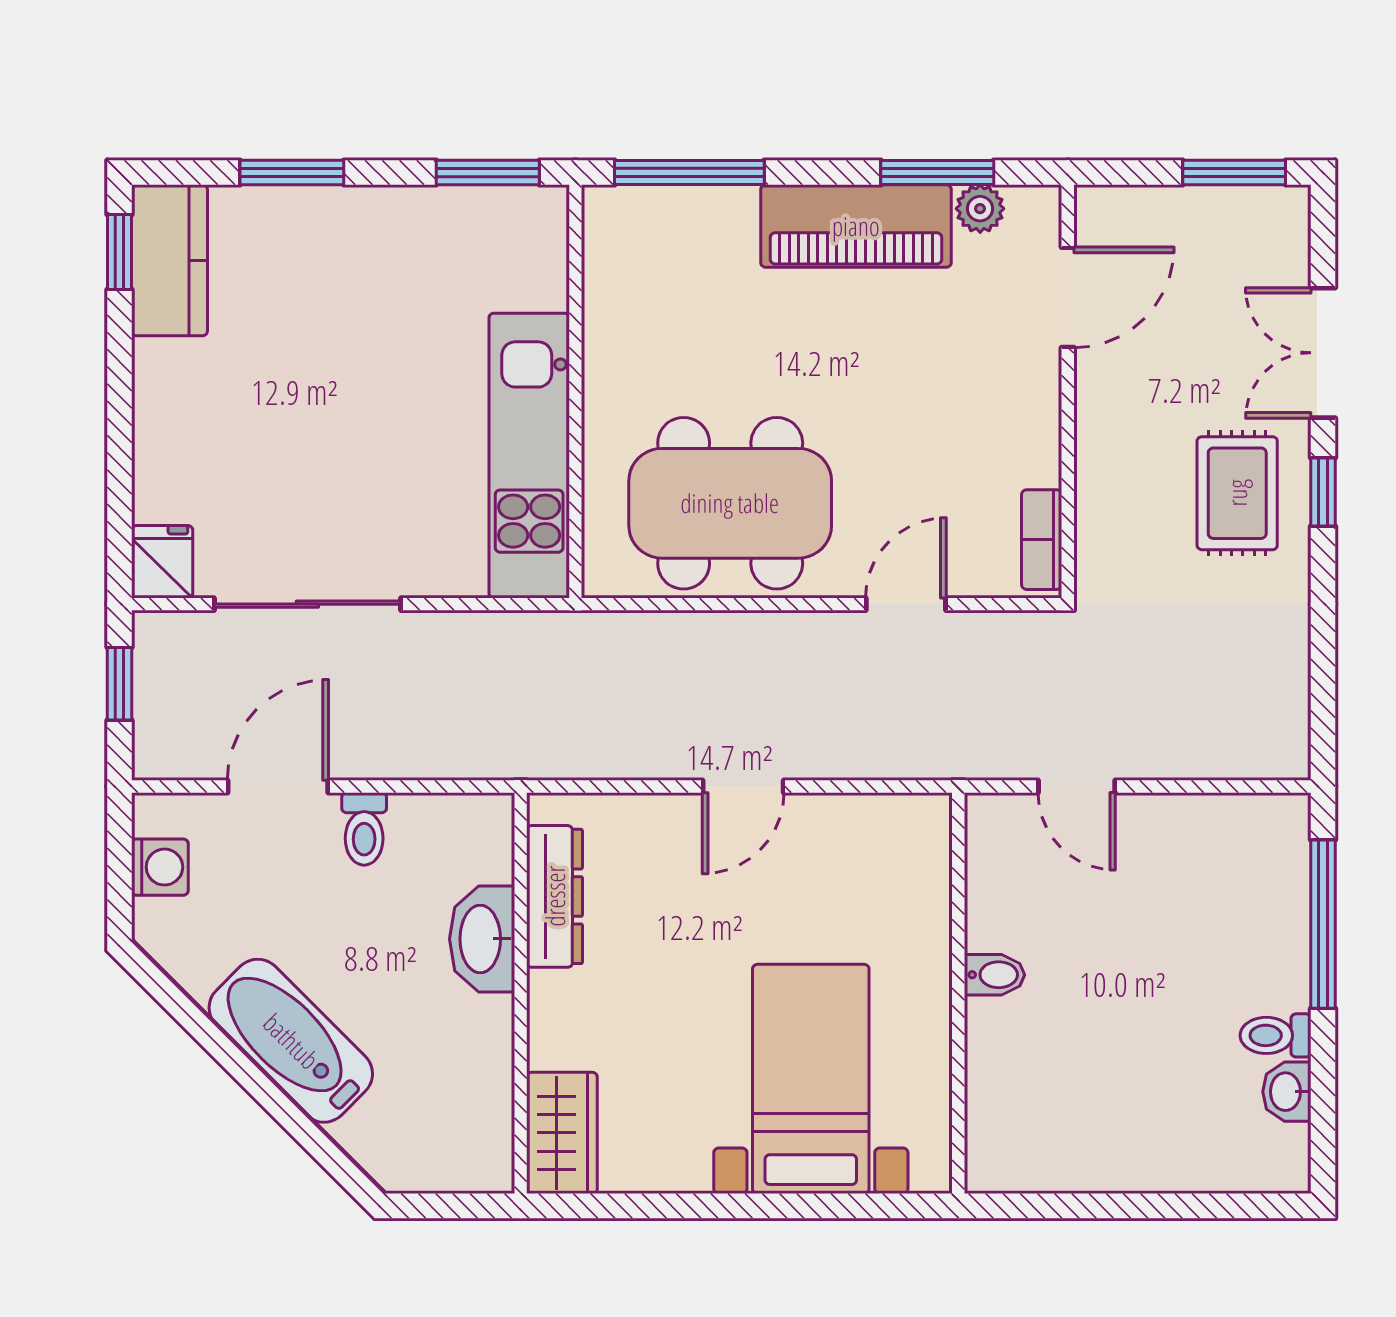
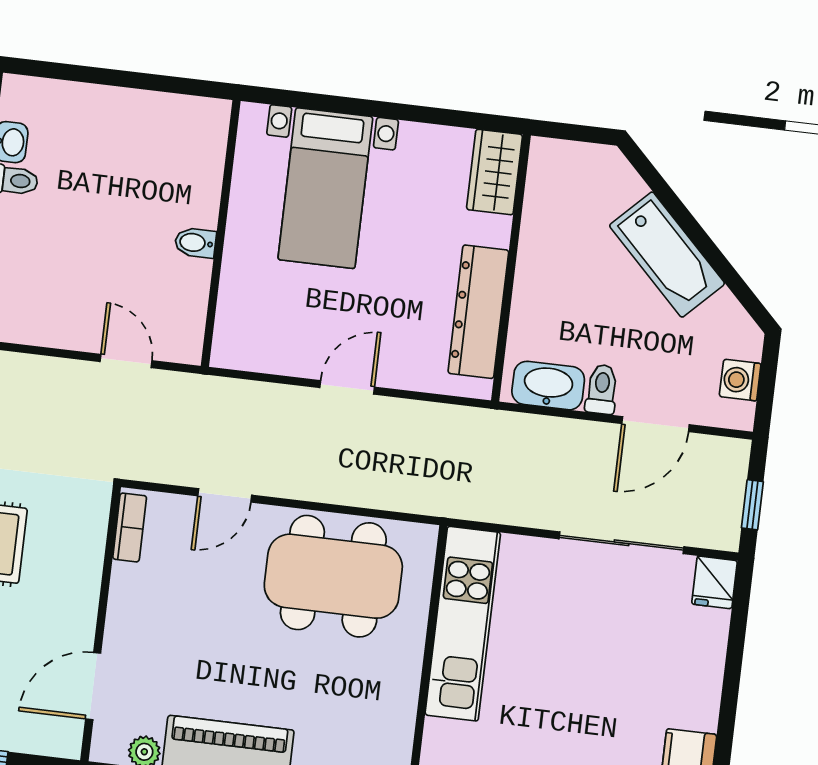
dresser: (555, 896) -> (478, 312), width x1.37, depth x1.24
washbasin: (482, 939) -> (548, 386), moved, turned -90

